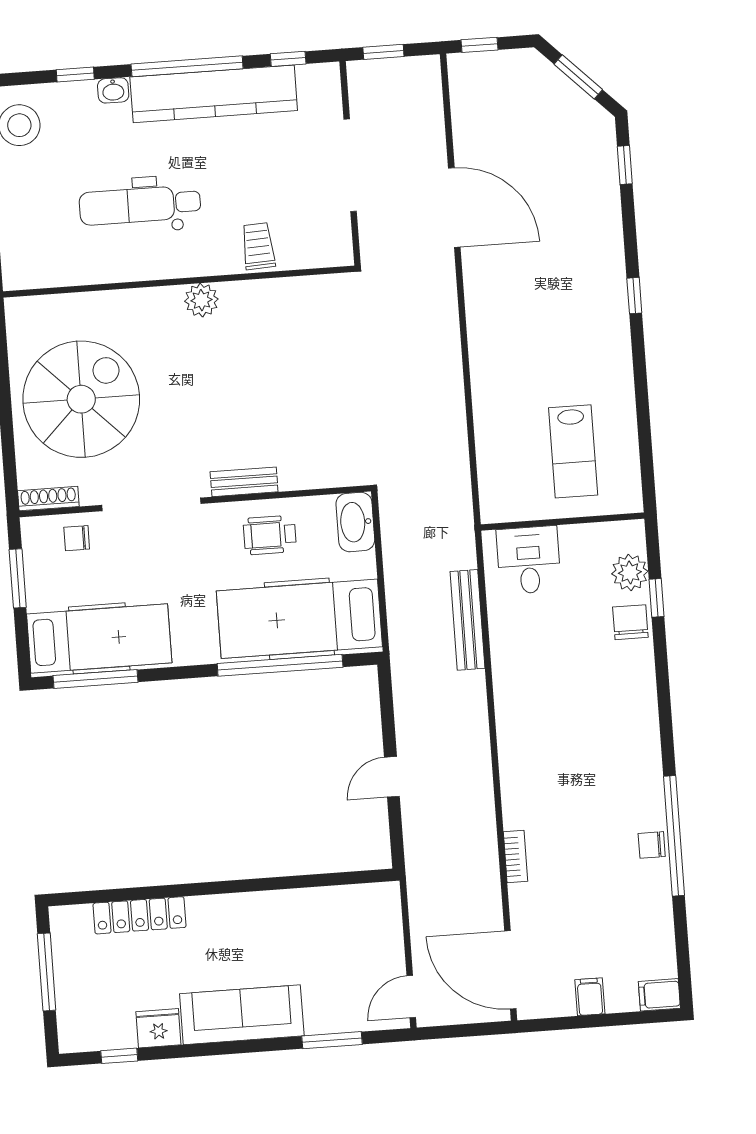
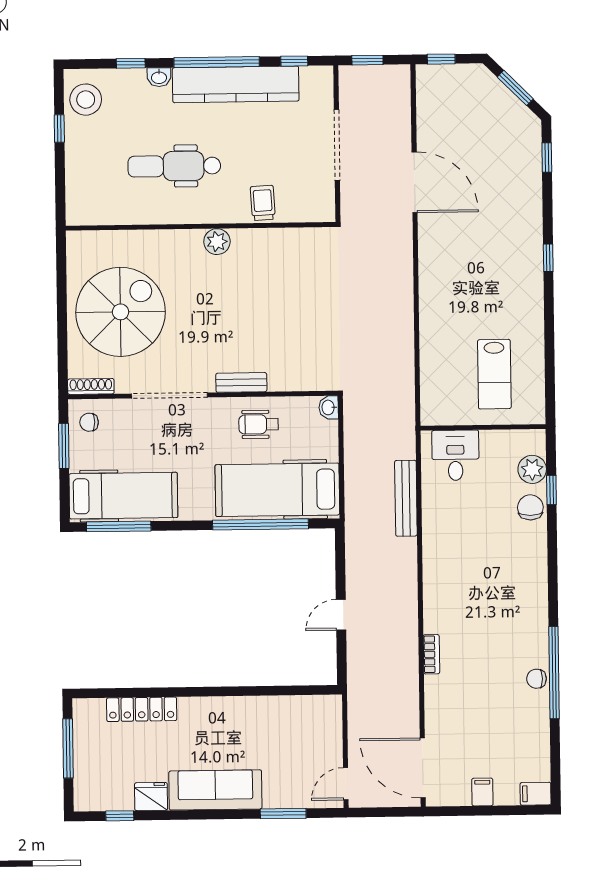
washbasin: (355, 522) -> (329, 407), width x0.52, depth x0.69
chair: (77, 538) -> (89, 422), moved
bookcase: (515, 857) -> (431, 654), moved

